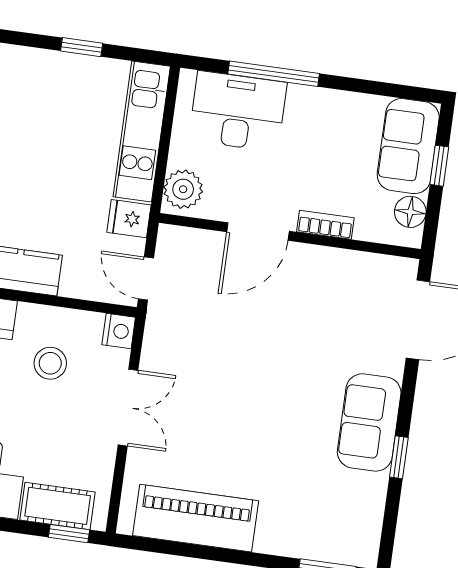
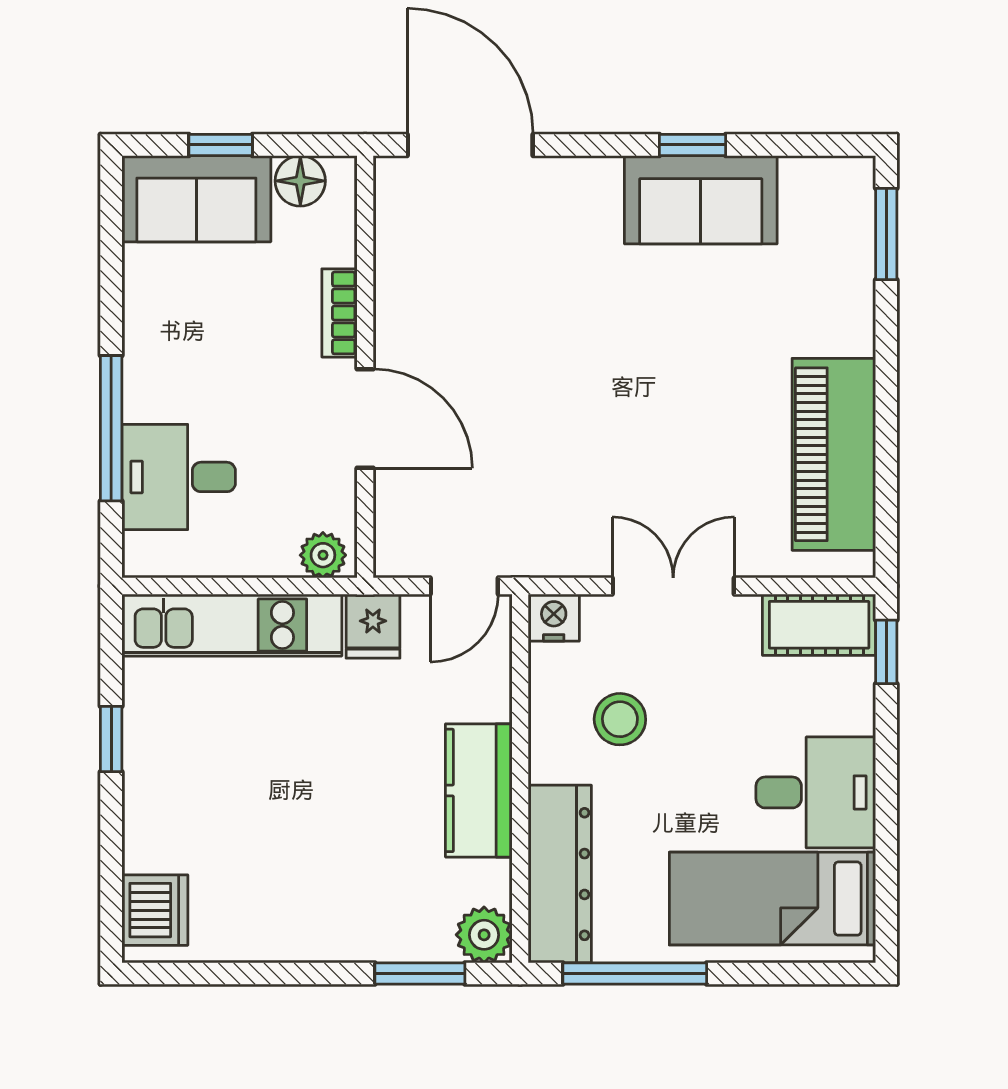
desk: (238, 111) -> (179, 477), width x0.73
plant: (183, 189) -> (323, 555), width x0.73, depth x0.73
sofa: (369, 422) -> (701, 200), moved
cot: (58, 506) -> (819, 625), moved, turned 90

